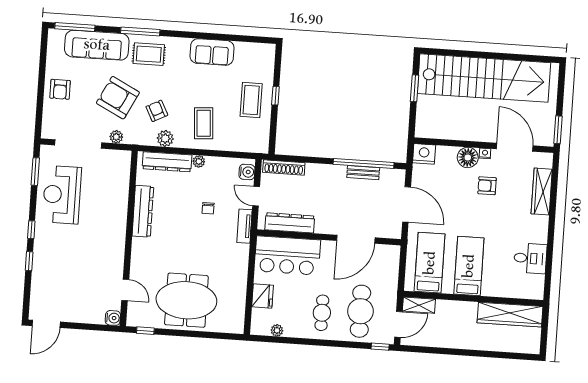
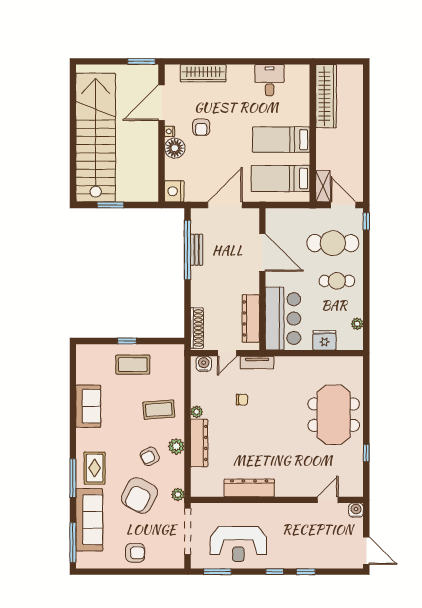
dresser: (143, 211) -> (249, 488), moved
wall: (129, 238) -> (277, 500), moved
door: (125, 290) -> (328, 500), moved
water cooler: (113, 318) -> (356, 510), moved

